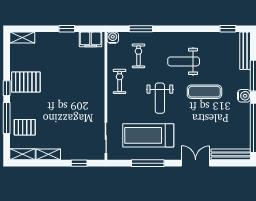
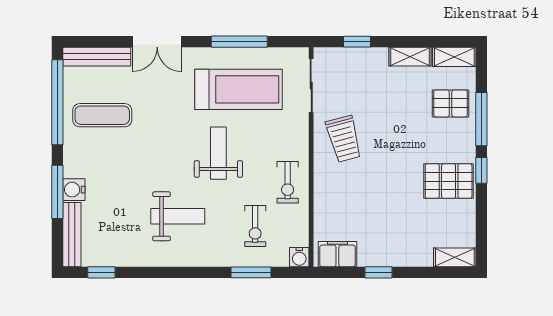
exercise mat: (204, 92) -> (102, 115), moved
water cooler: (244, 96) -> (74, 190), moved
trolley: (87, 107) -> (344, 139), added

